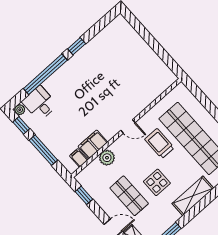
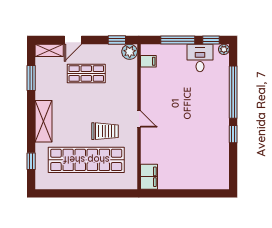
desk: (40, 103) -> (200, 58), moved, turned -90
door: (128, 126) -> (139, 119), swing flipped
filing cabinet: (93, 144) -> (149, 177), moved
plant: (107, 158) -> (130, 52), moved
display table: (157, 182) -> (78, 103), removed

